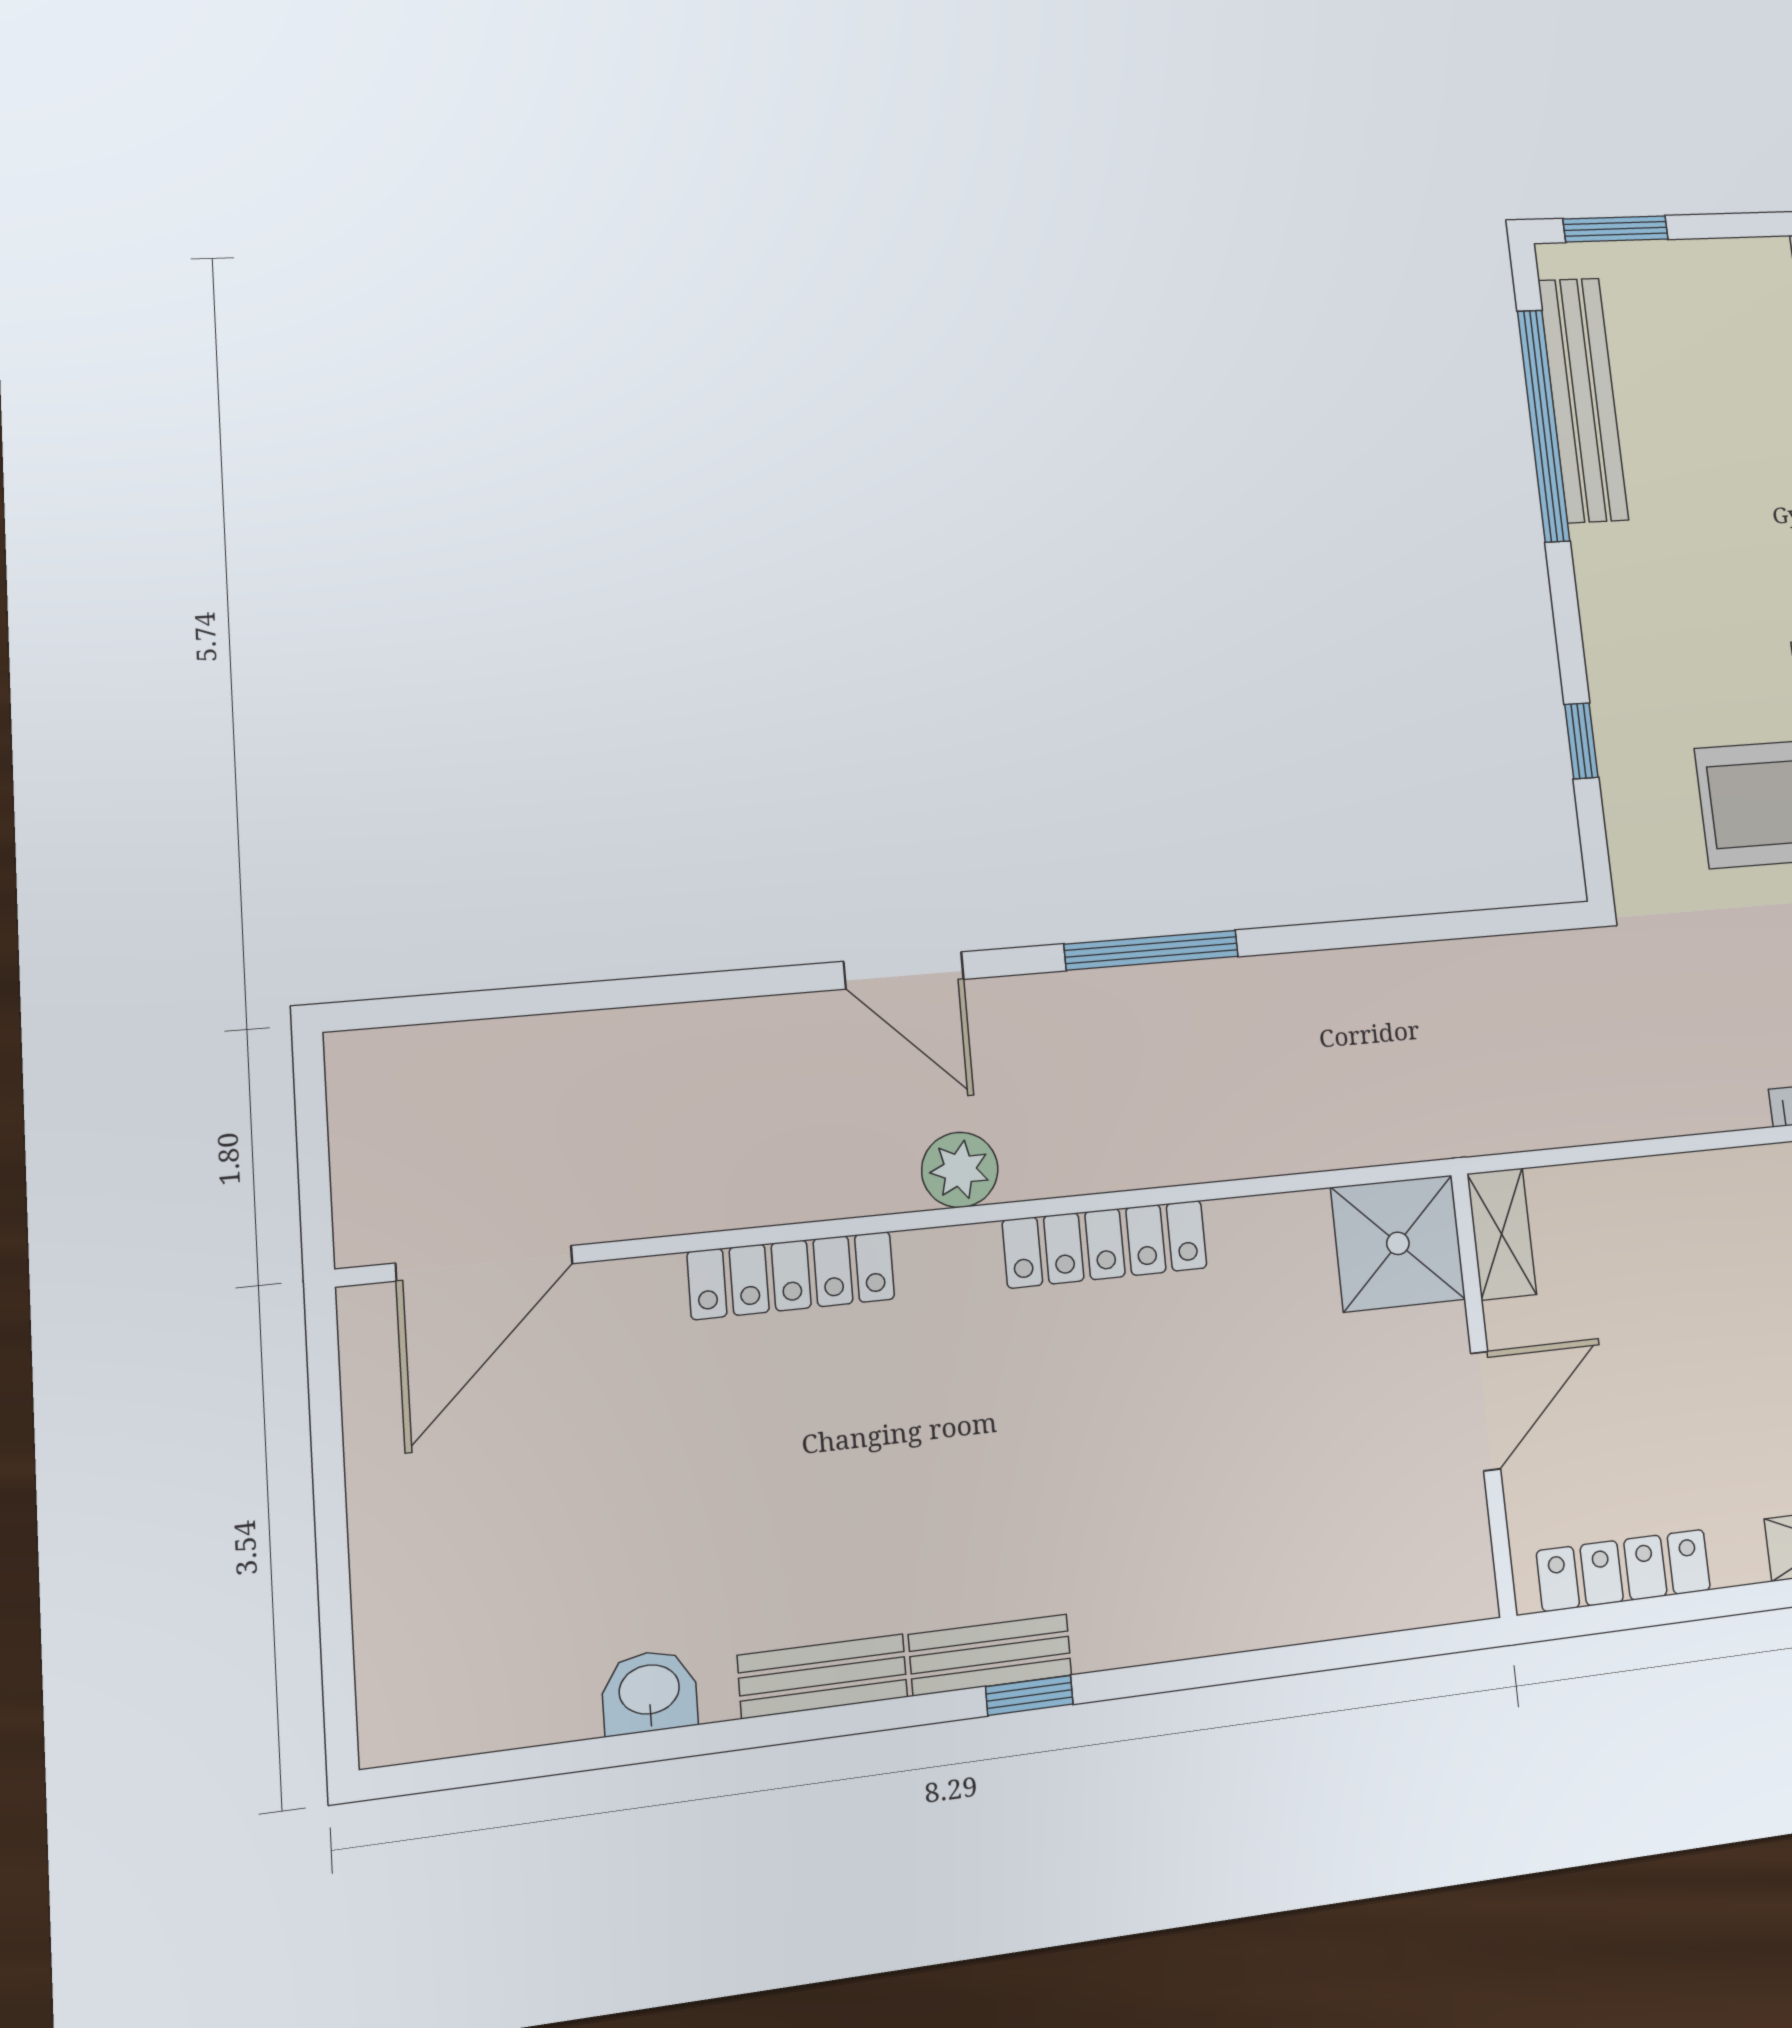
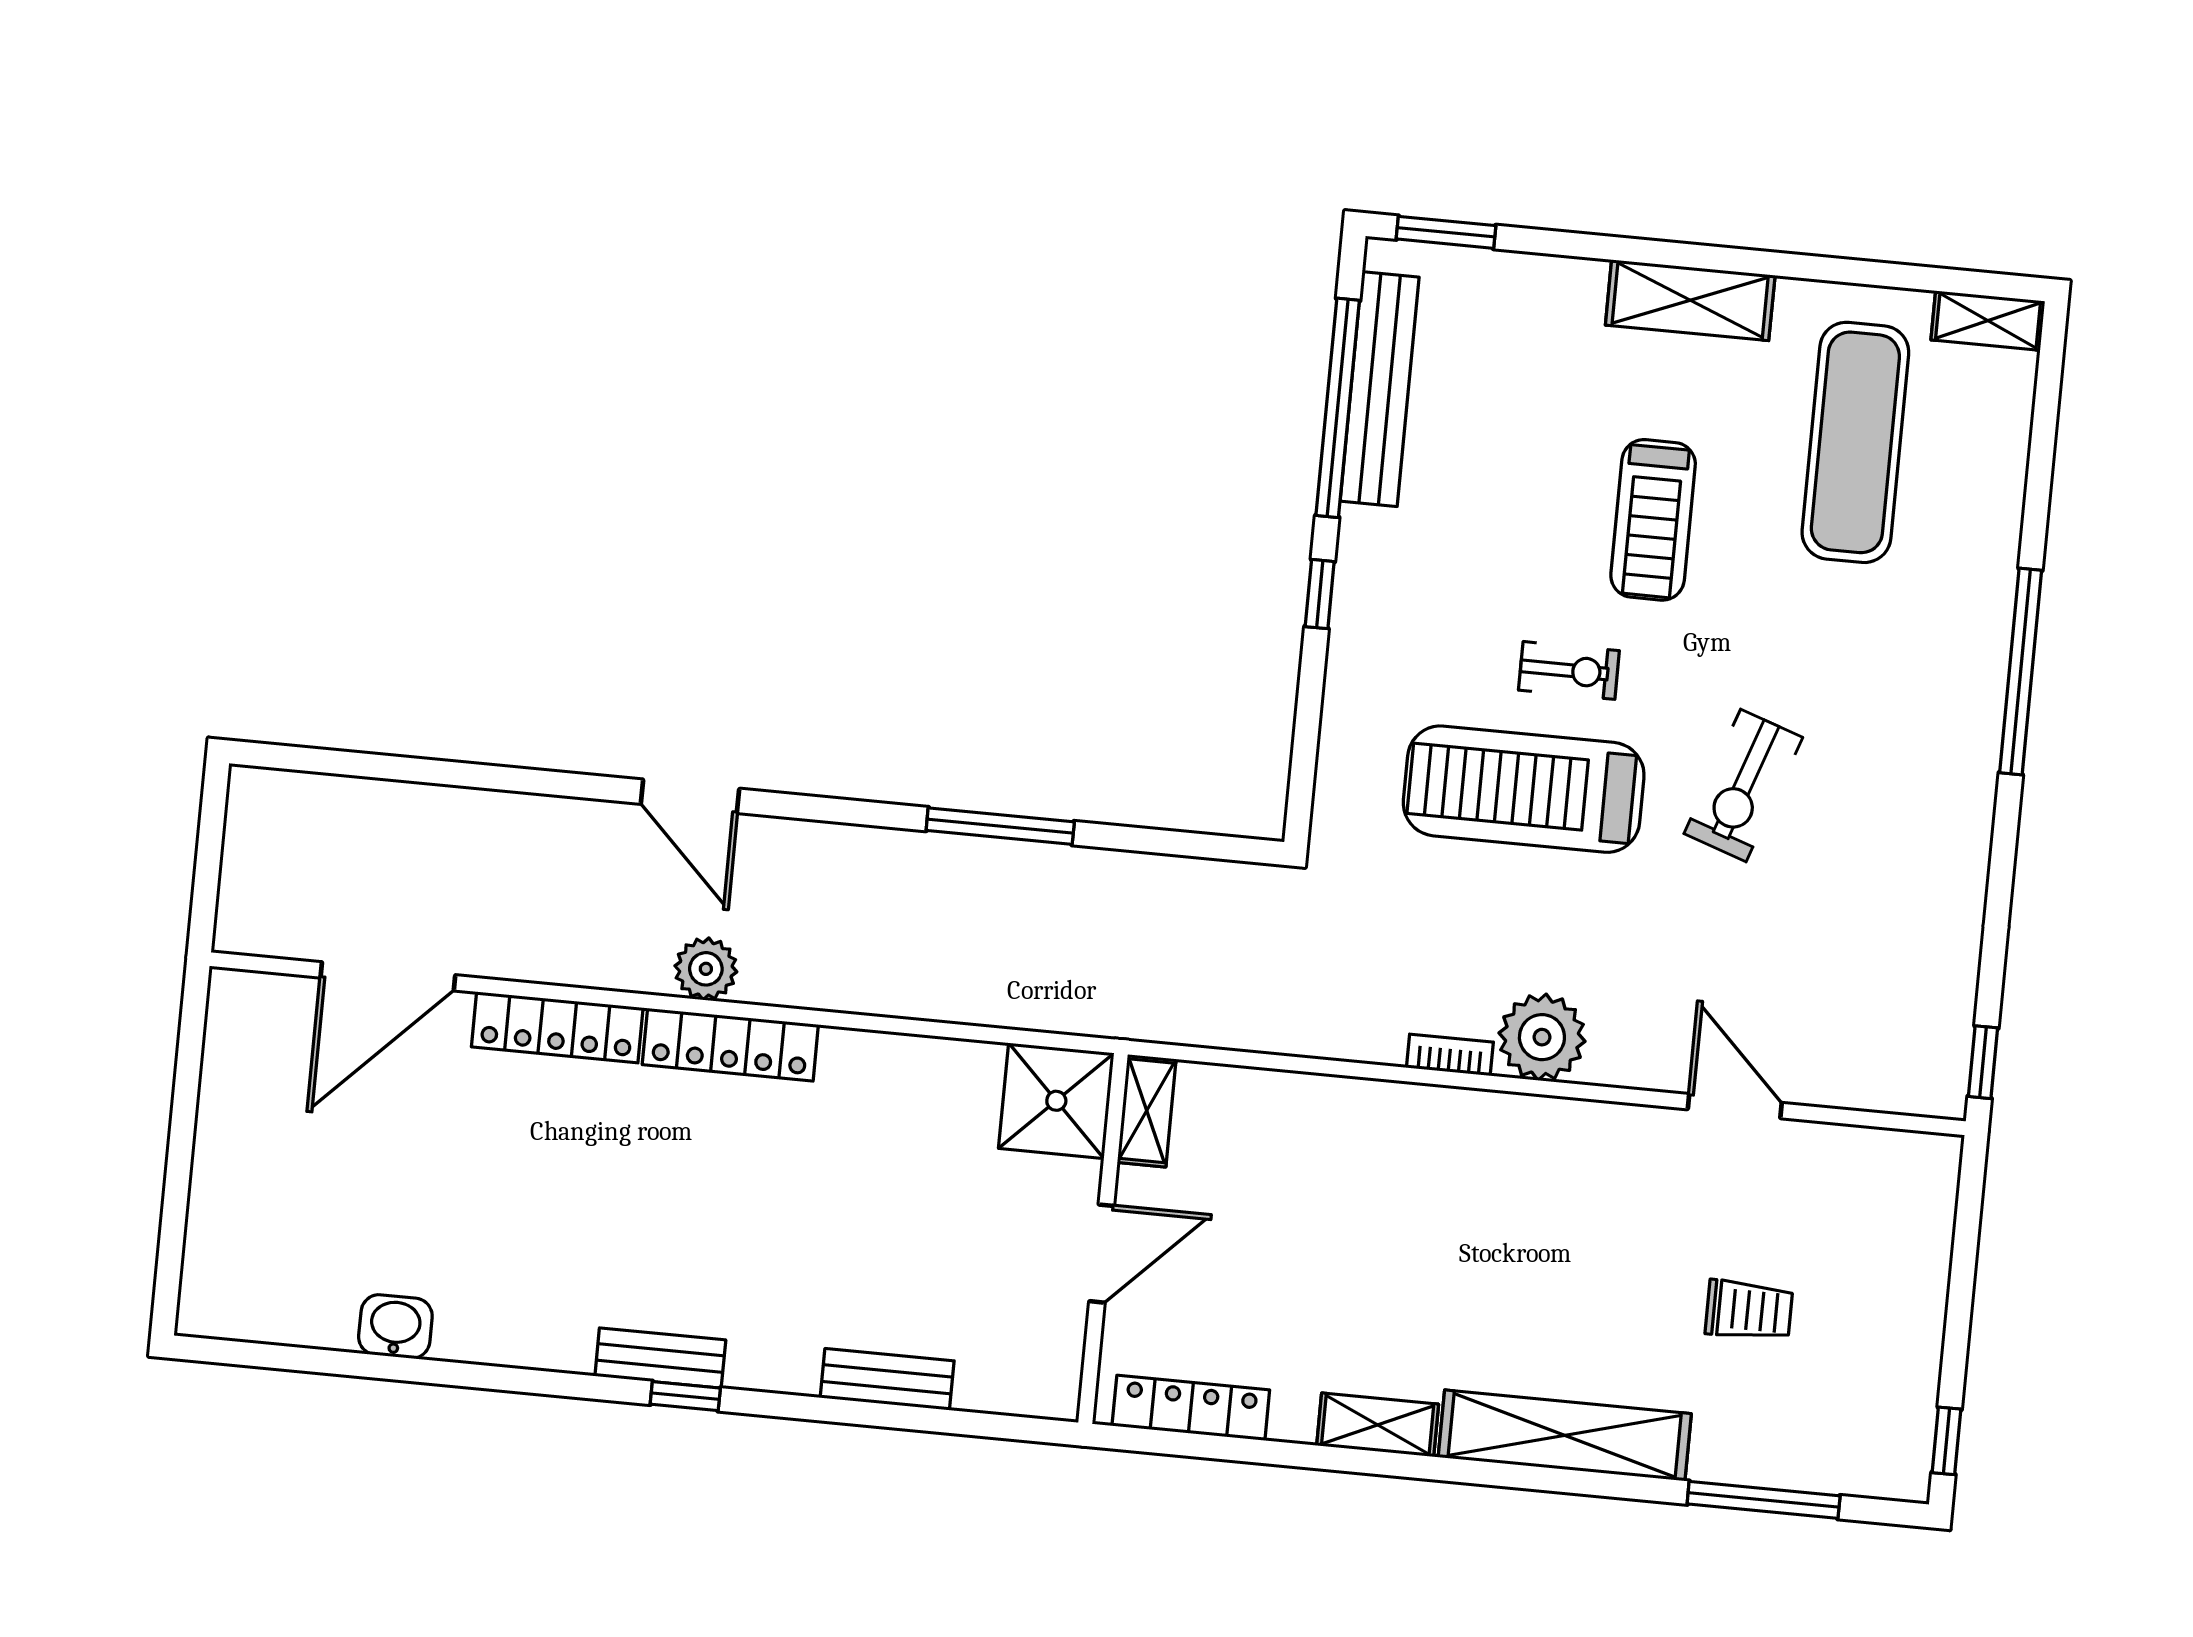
window: (1581, 741) -> (1320, 594), moved
window: (1151, 950) -> (1000, 826), moved
locker: (1105, 1244) -> (730, 1045), moved
door: (484, 1263) -> (388, 976), moved
bench: (823, 1676) -> (887, 1379), moved

